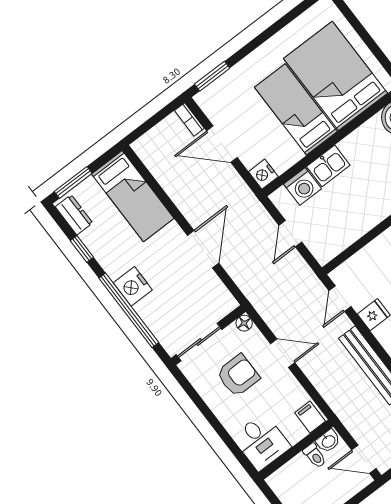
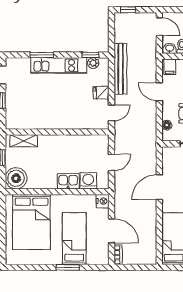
window: (212, 76) -> (68, 267), moved
bed: (296, 109) -> (74, 239), moved, turned 180
floor lamp: (244, 323) -> (167, 125), moved
door: (283, 353) -> (159, 92), moved

